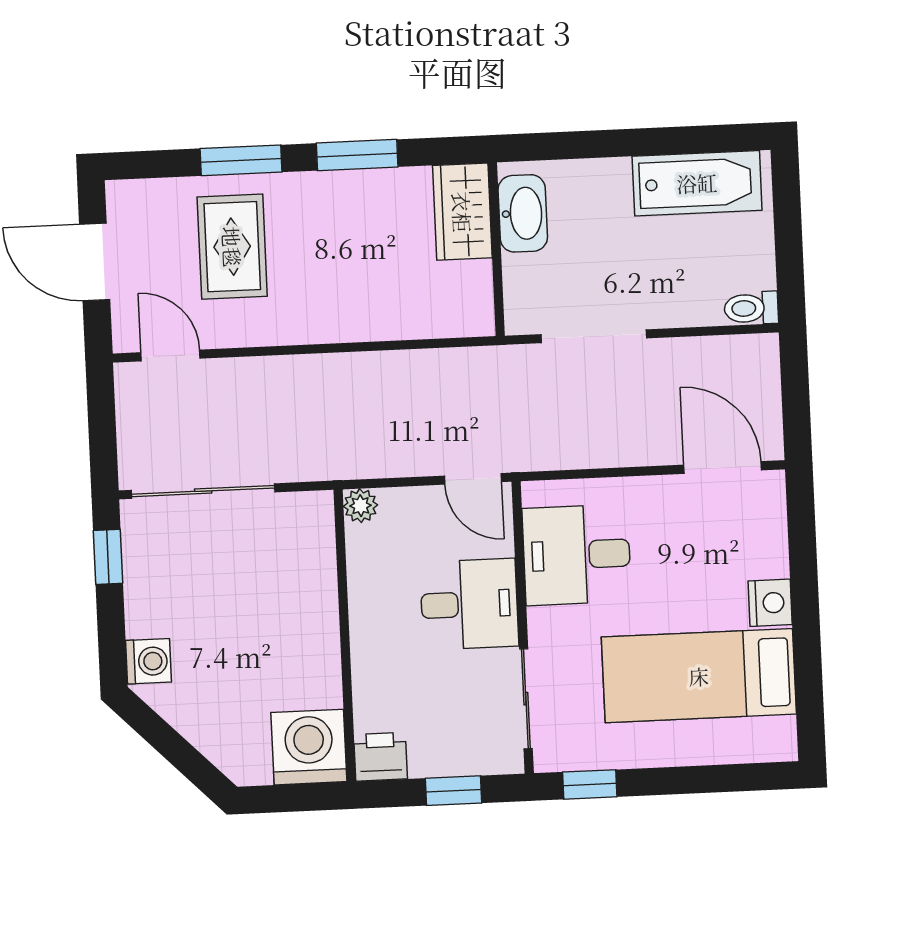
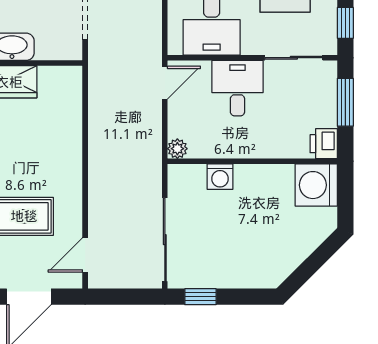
washing machine: (148, 661) -> (220, 177), moved, turned 180
window: (453, 791) -> (345, 102), width x1.50

